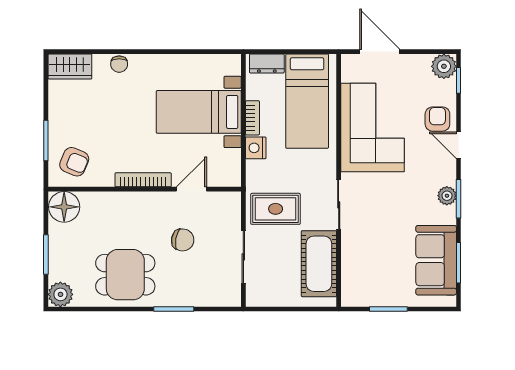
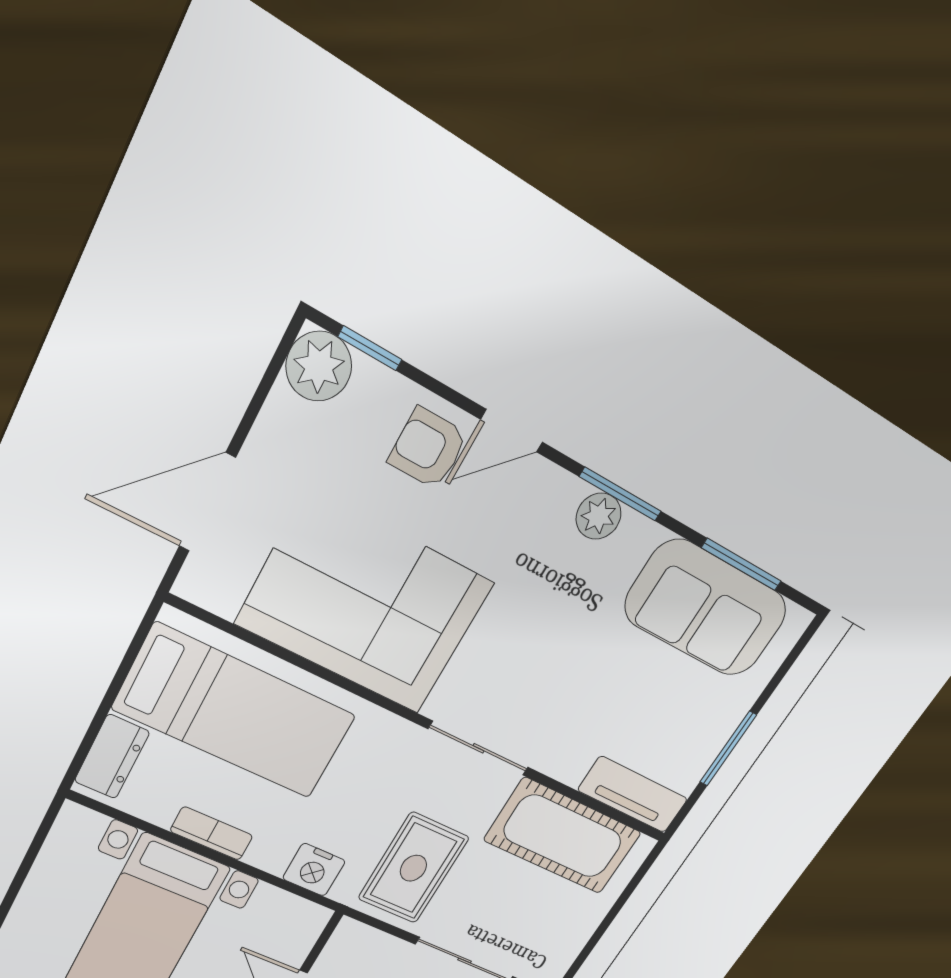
nightstand: (256, 148) -> (314, 870), moved
tv unit: (350, 282) -> (633, 795), added

